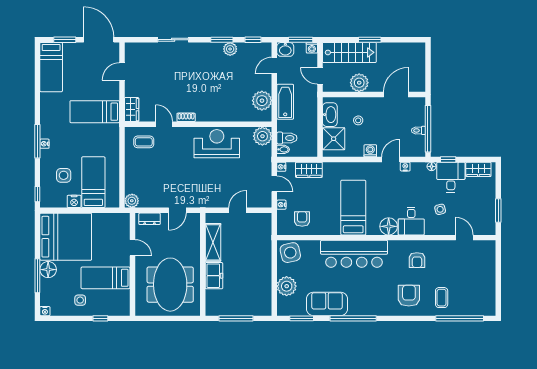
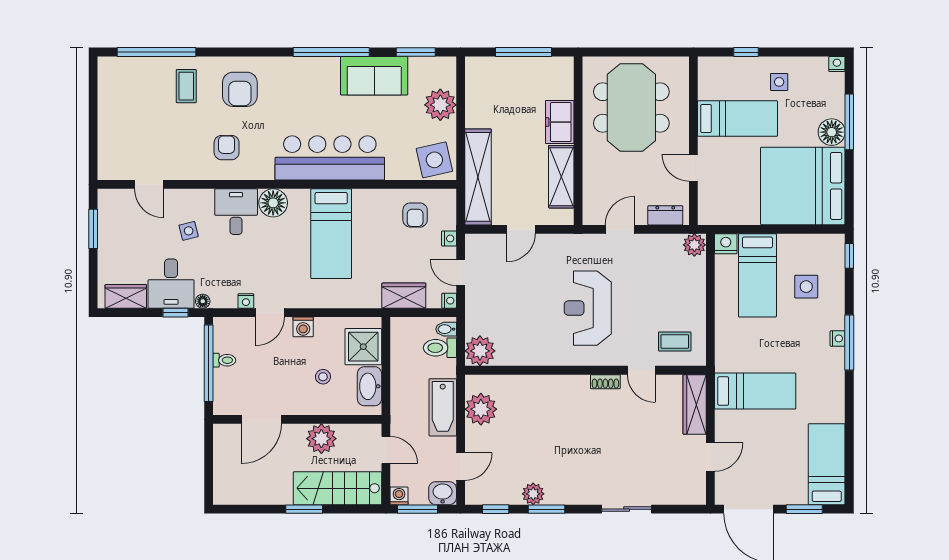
wardrobe: (132, 110) -> (695, 404), width x1.50
reception desk: (217, 144) -> (588, 308), moved, turned 90
nightstand: (74, 201) -> (726, 244), moved
shelving: (264, 242) -> (478, 177), added

